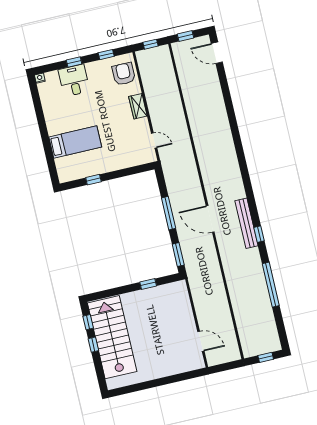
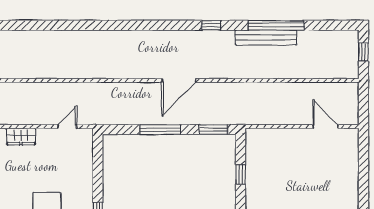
bench: (246, 223) -> (266, 37), moved
door: (201, 341) -> (325, 126), hinge flipped

